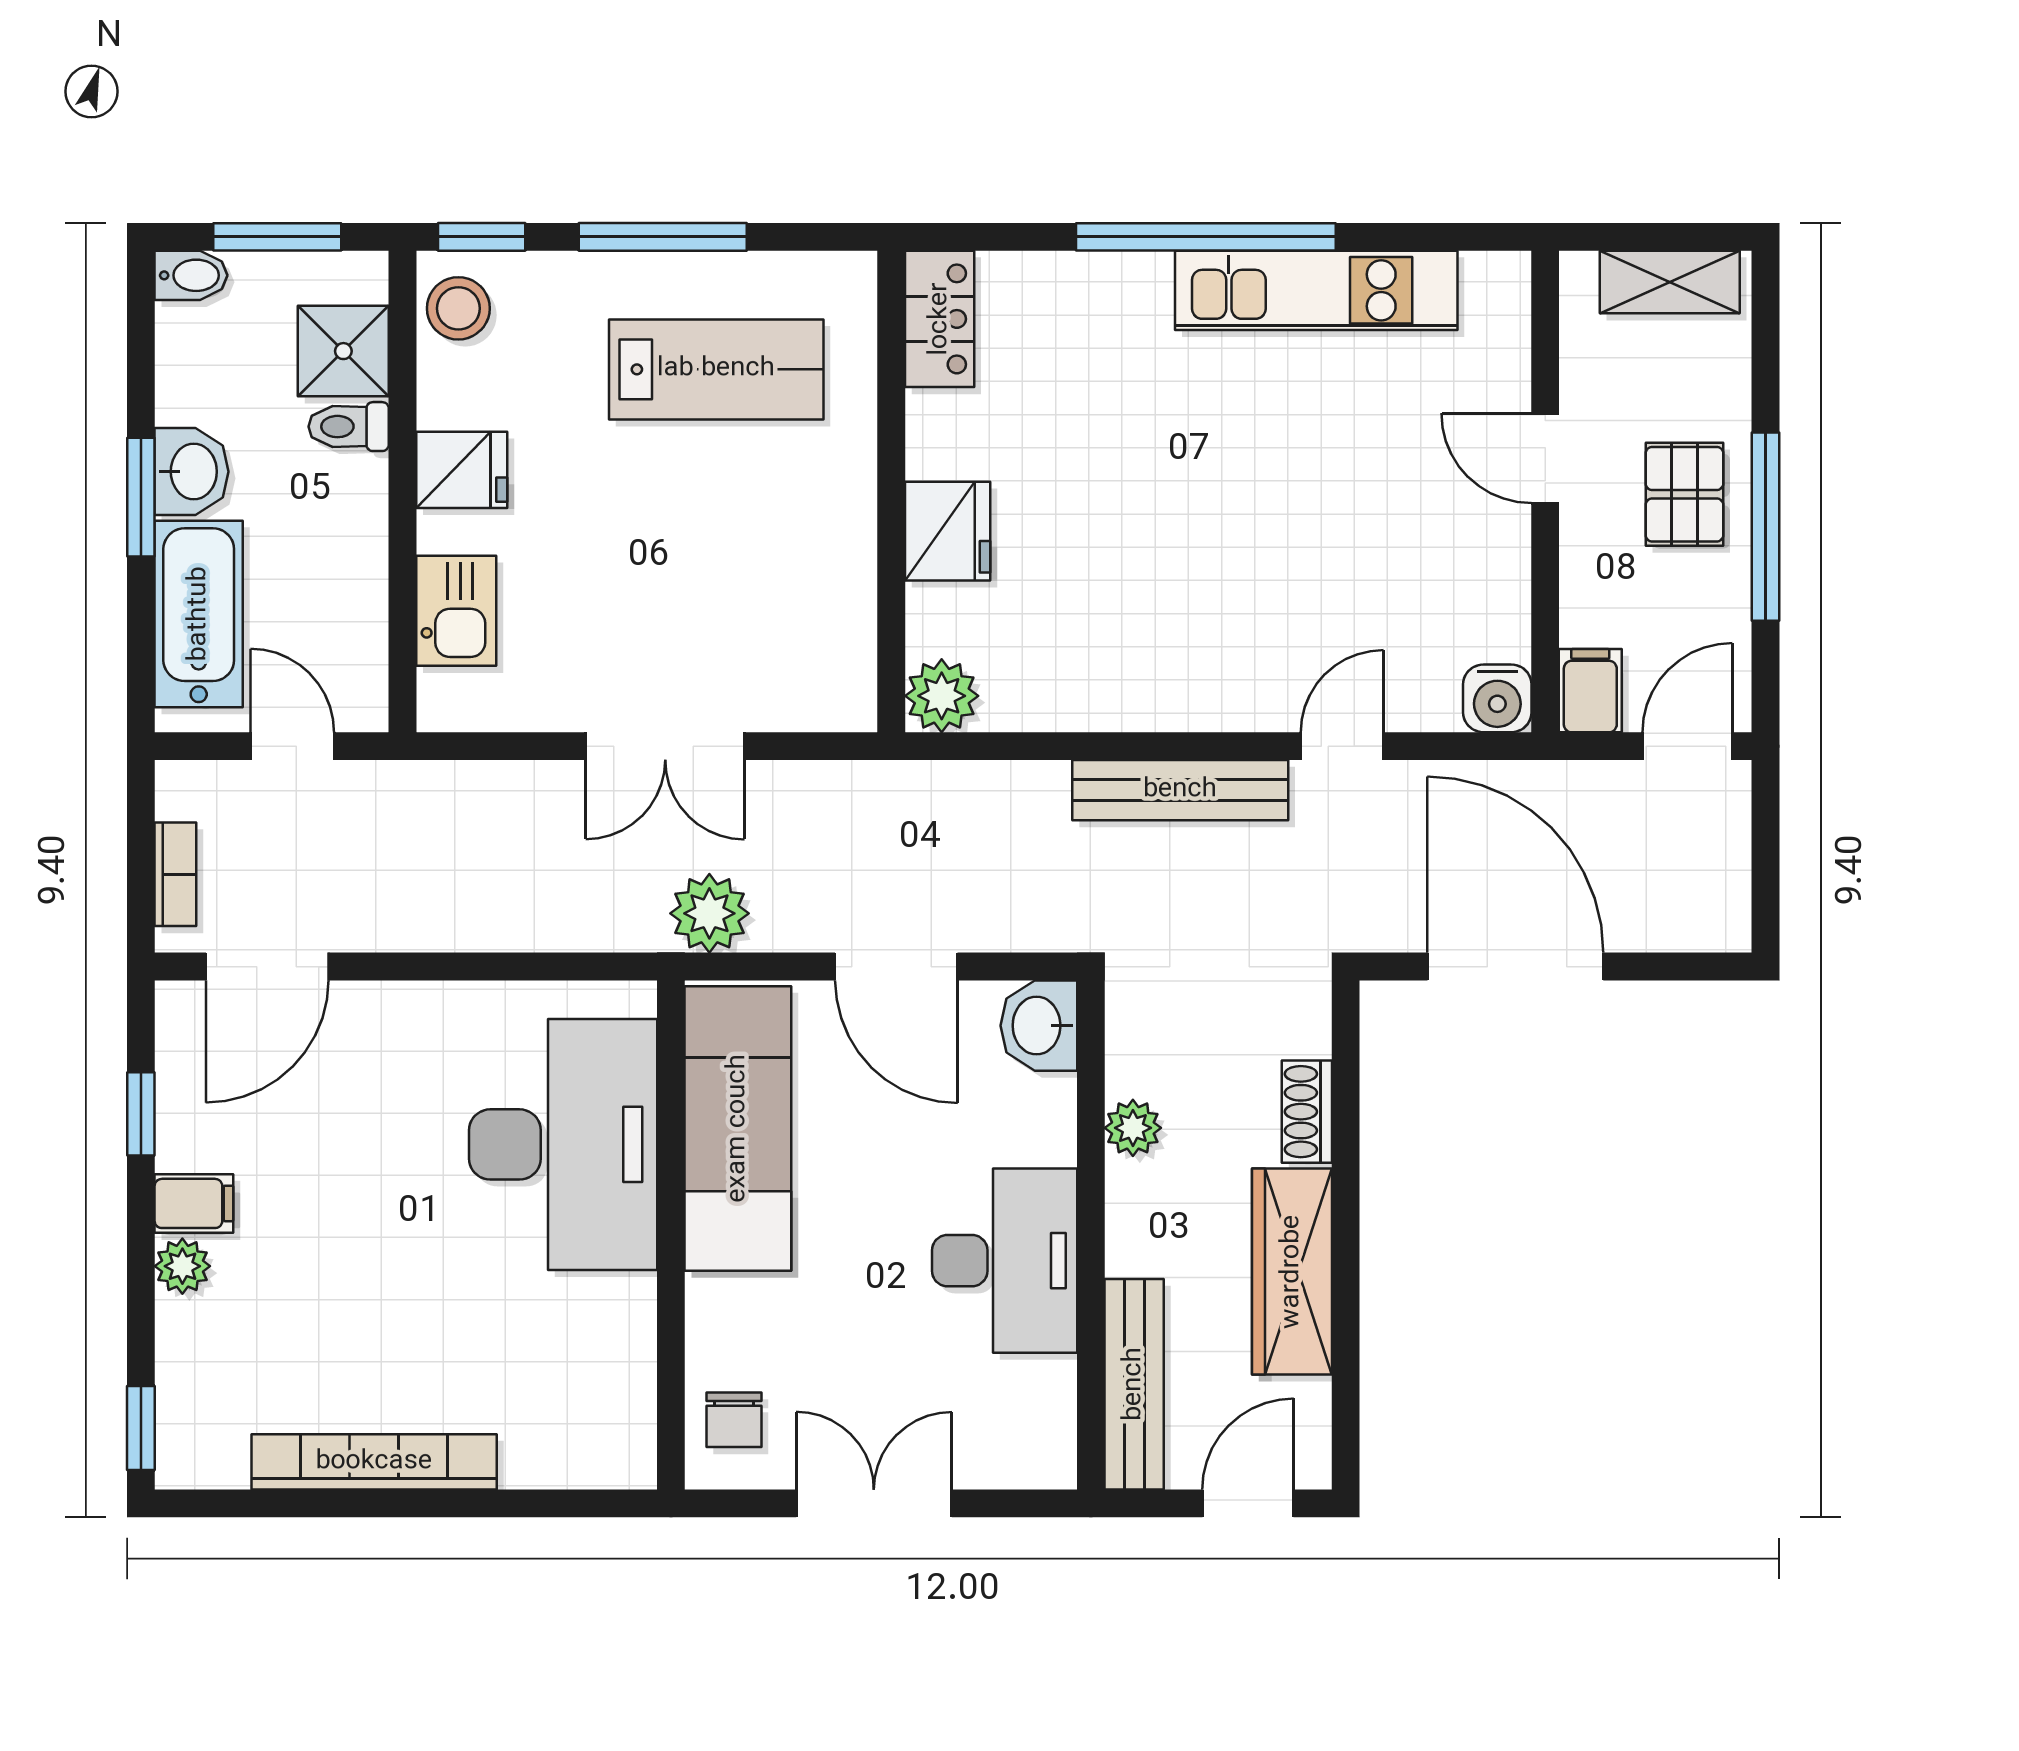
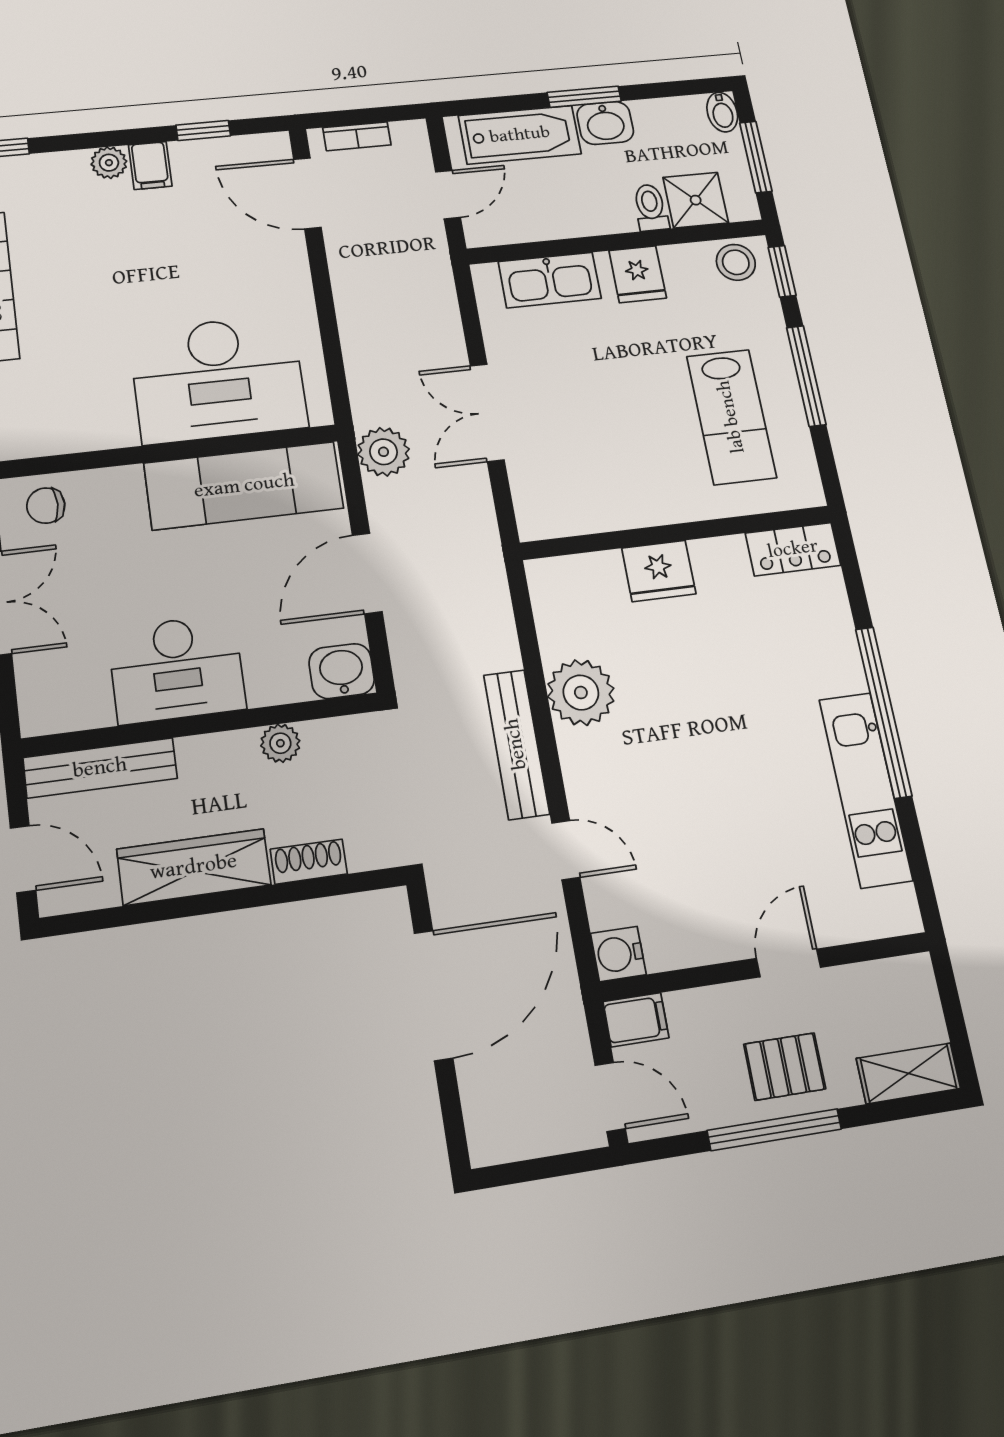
shelving: (1670, 282) -> (909, 1073), moved, turned 90
kitchen sink: (456, 611) -> (550, 280), width x1.38
plant: (942, 696) -> (581, 693), moved, width x1.36, depth x1.36

